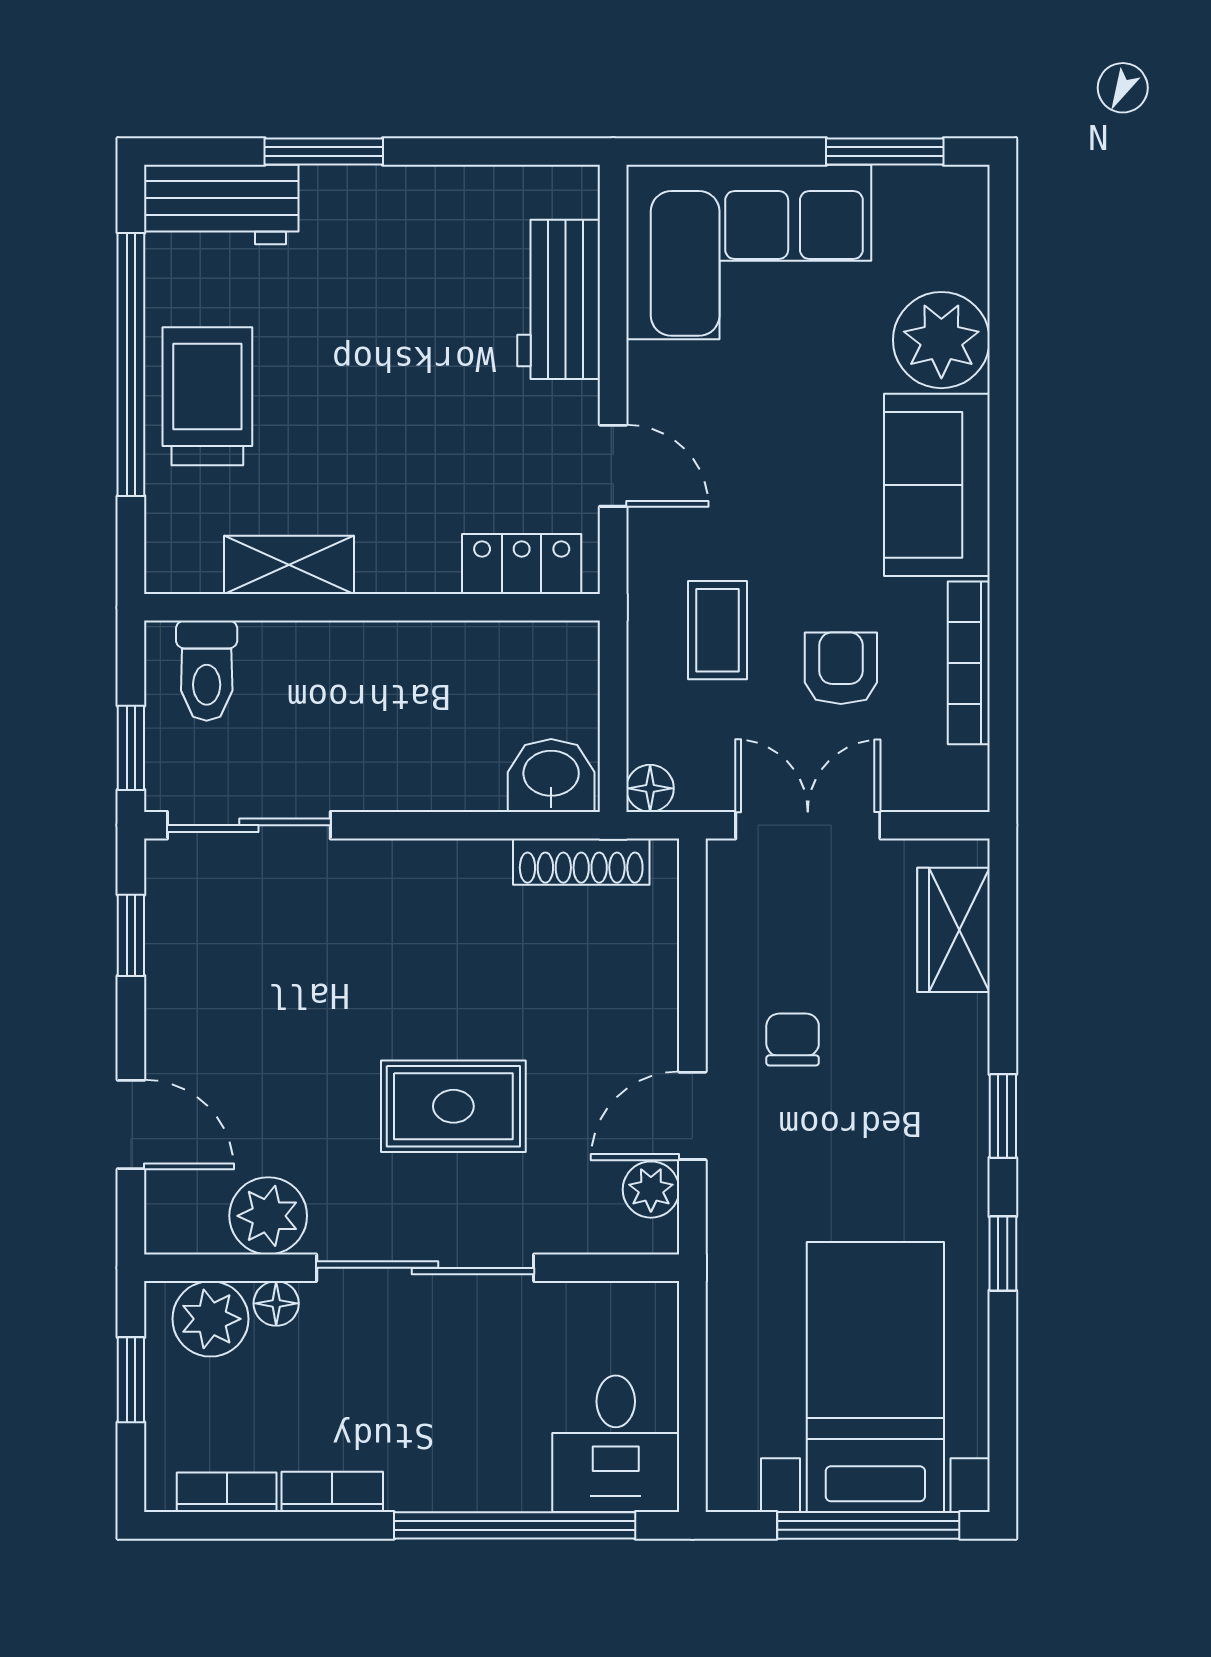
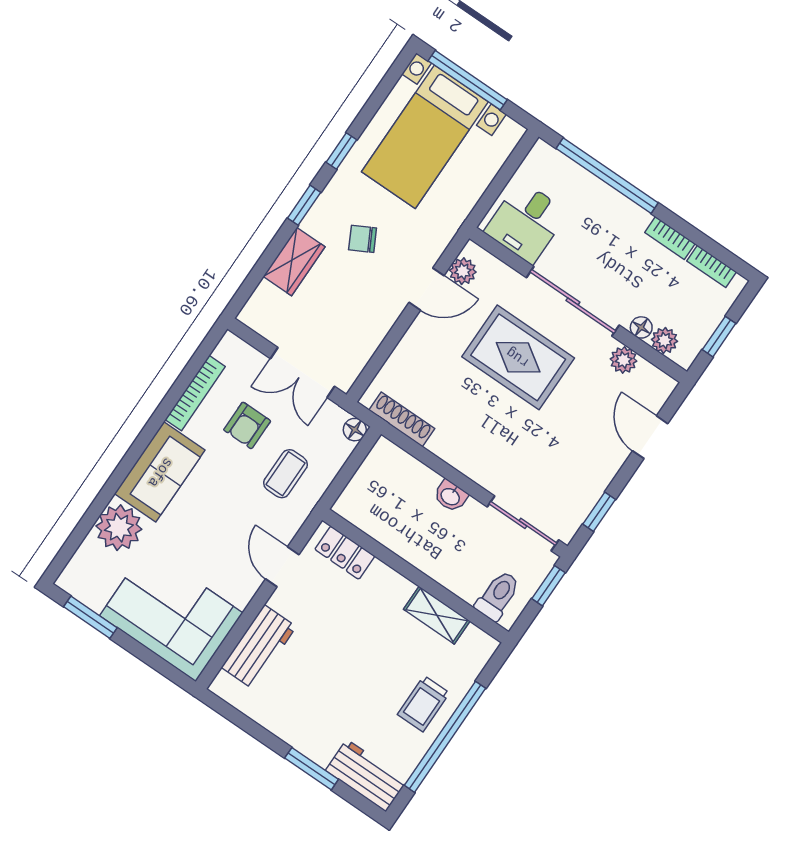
trolley: (207, 396) -> (423, 704), width x0.73, depth x0.72
washbasin: (551, 775) -> (451, 496), moved, width x0.72, depth x0.69
wardrobe: (954, 930) -> (294, 262), moved
chair: (793, 1040) -> (363, 239), moved, turned 62
rug: (453, 1106) -> (518, 357), width x1.36, depth x1.43
plant: (268, 1216) -> (624, 360), width x0.73, depth x0.73
plant: (210, 1319) -> (664, 340), width x0.73, depth x0.73
desk: (616, 1444) -> (526, 222), moved, turned 180

